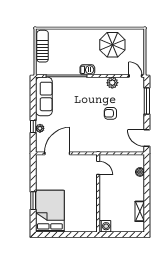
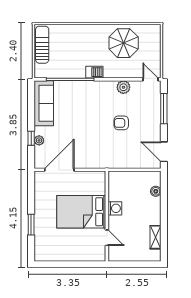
door: (98, 168) -> (107, 238), moved
bed: (50, 211) -> (81, 212), moved, turned -90
washing machine: (105, 226) -> (115, 208), moved

